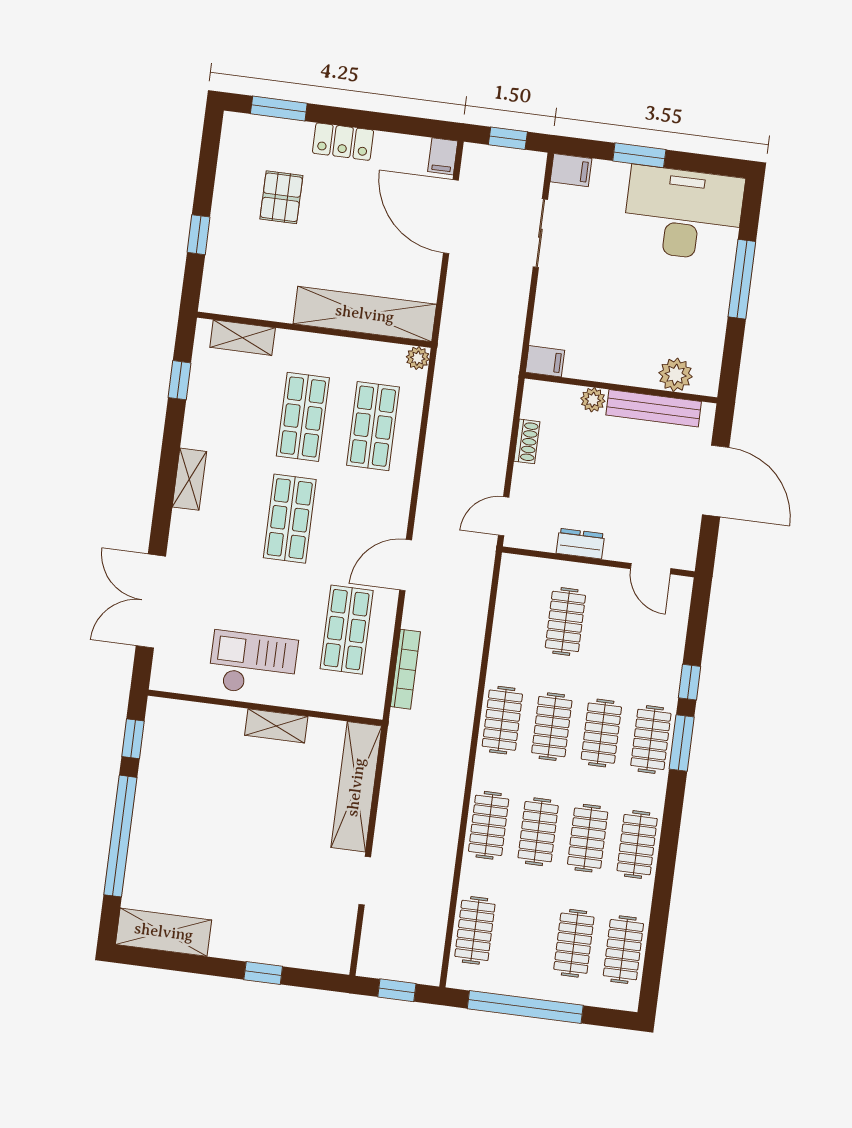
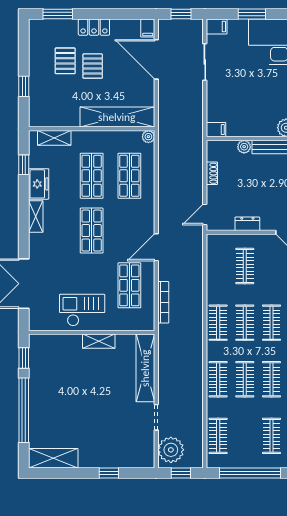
pallet: (331, 214) -> (93, 66), added
freezer: (203, 419) -> (39, 184), added
plant: (384, 945) -> (171, 450), added

